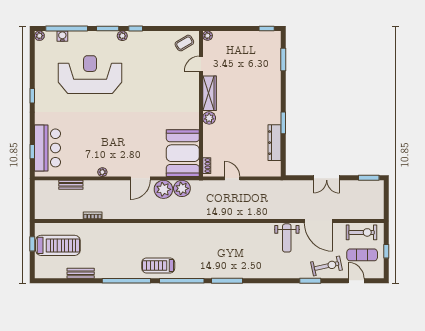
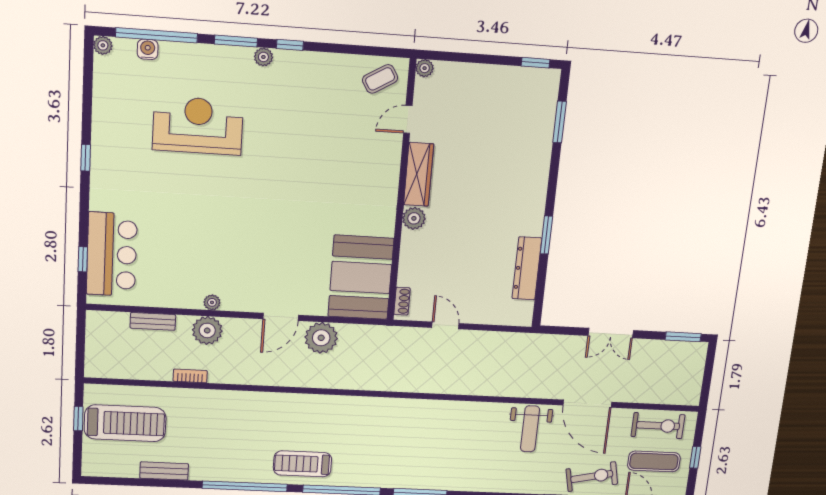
reception desk: (90, 75) -> (198, 126), width x0.74, depth x0.77
plant: (182, 188) -> (207, 330), moved

